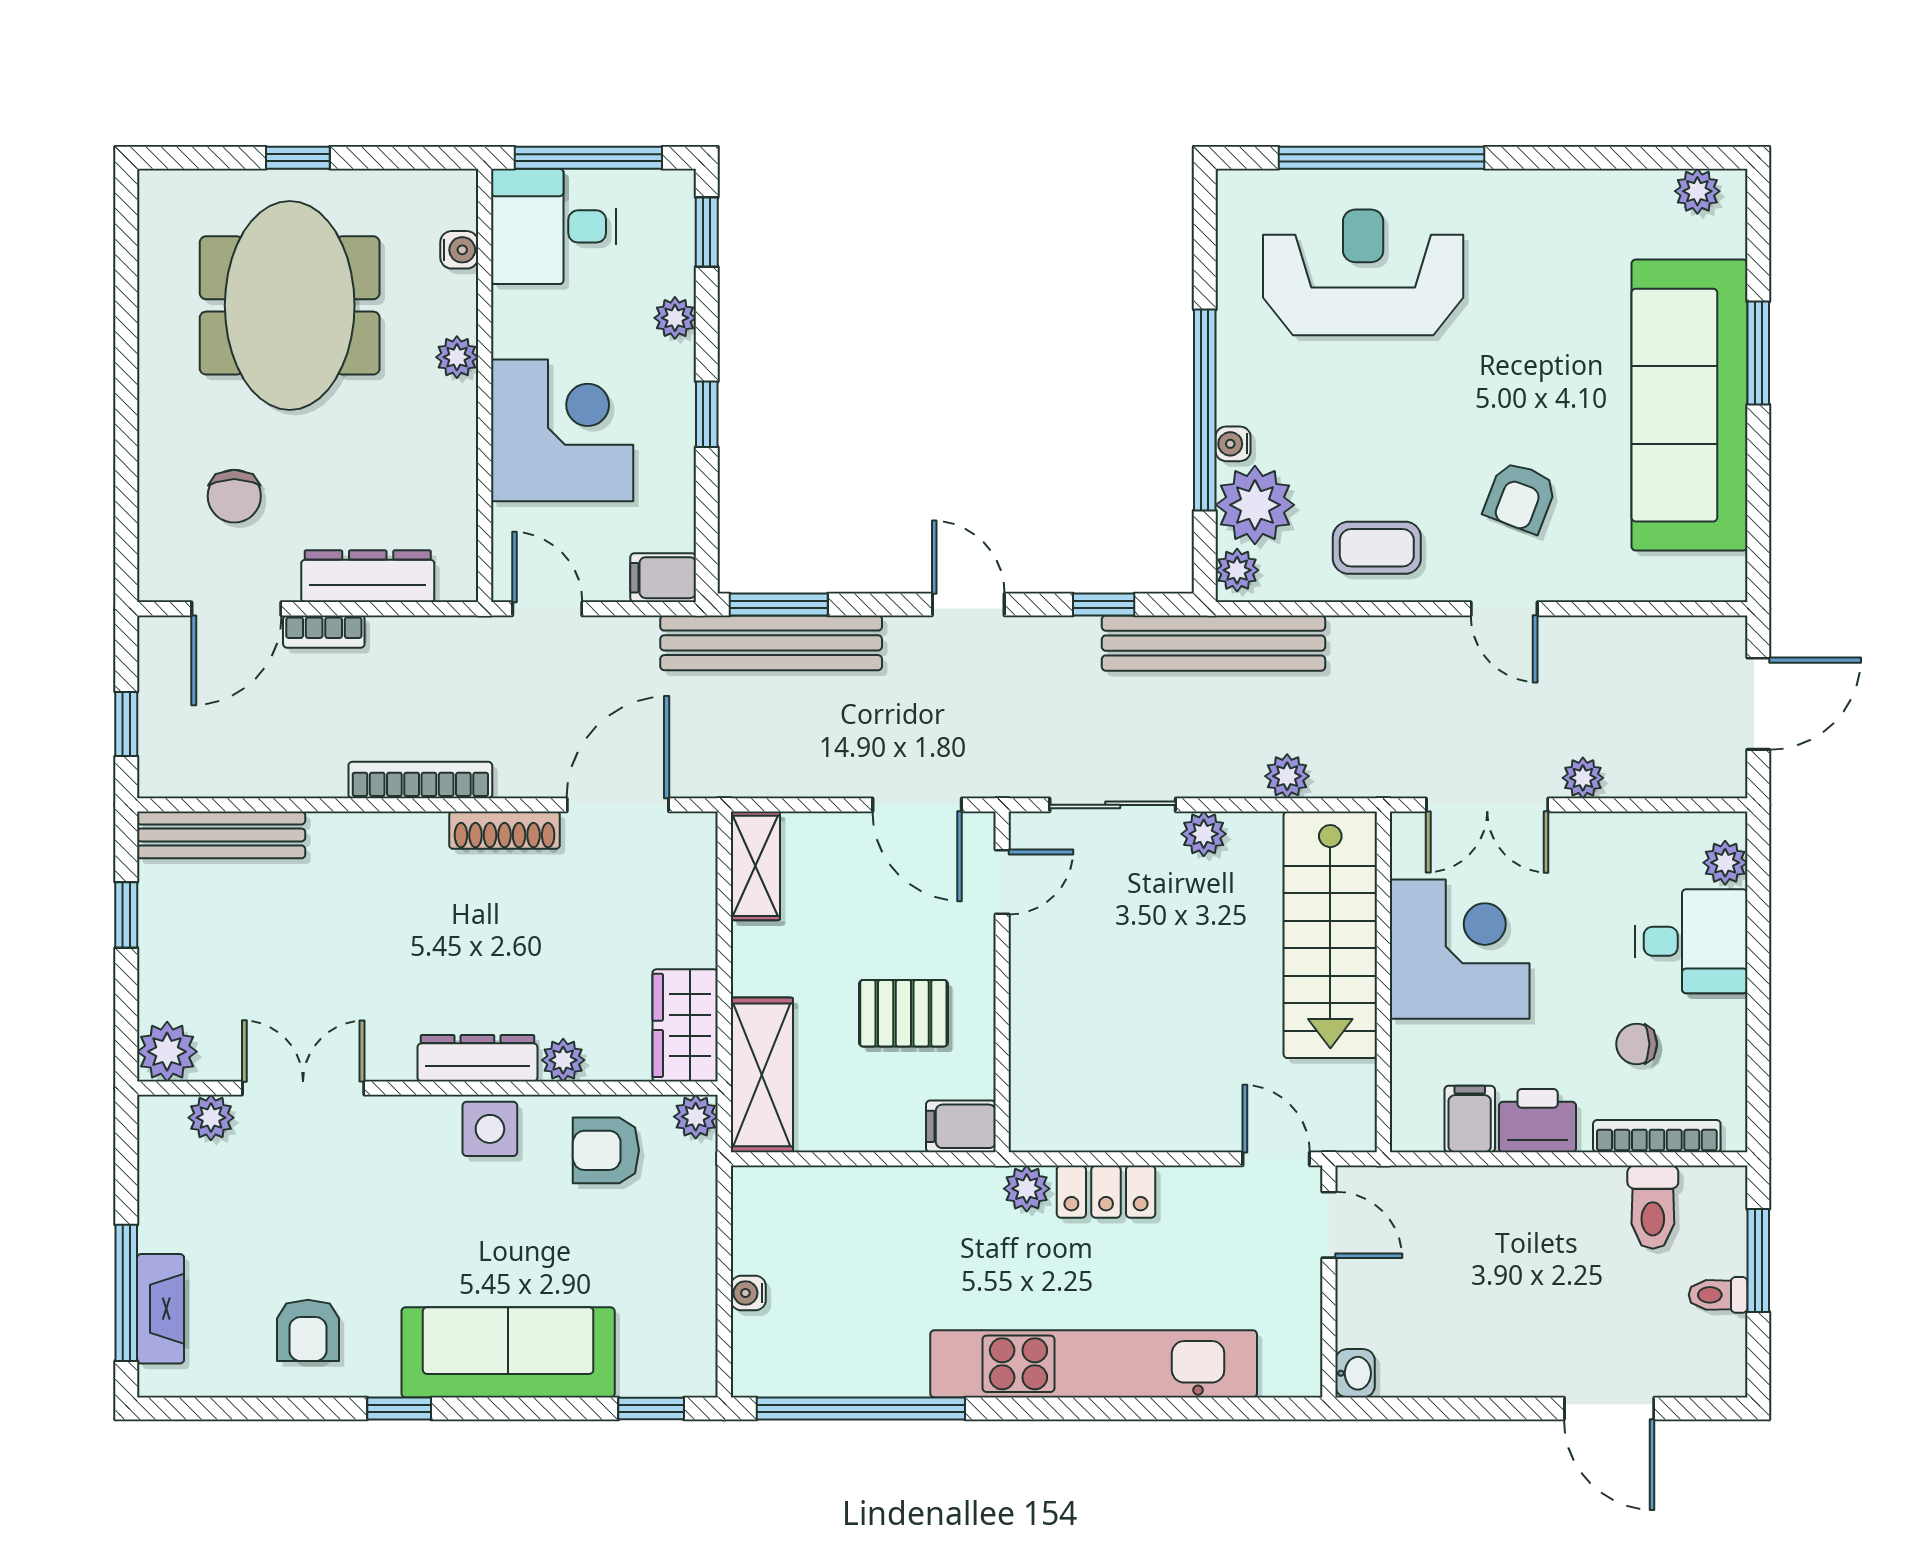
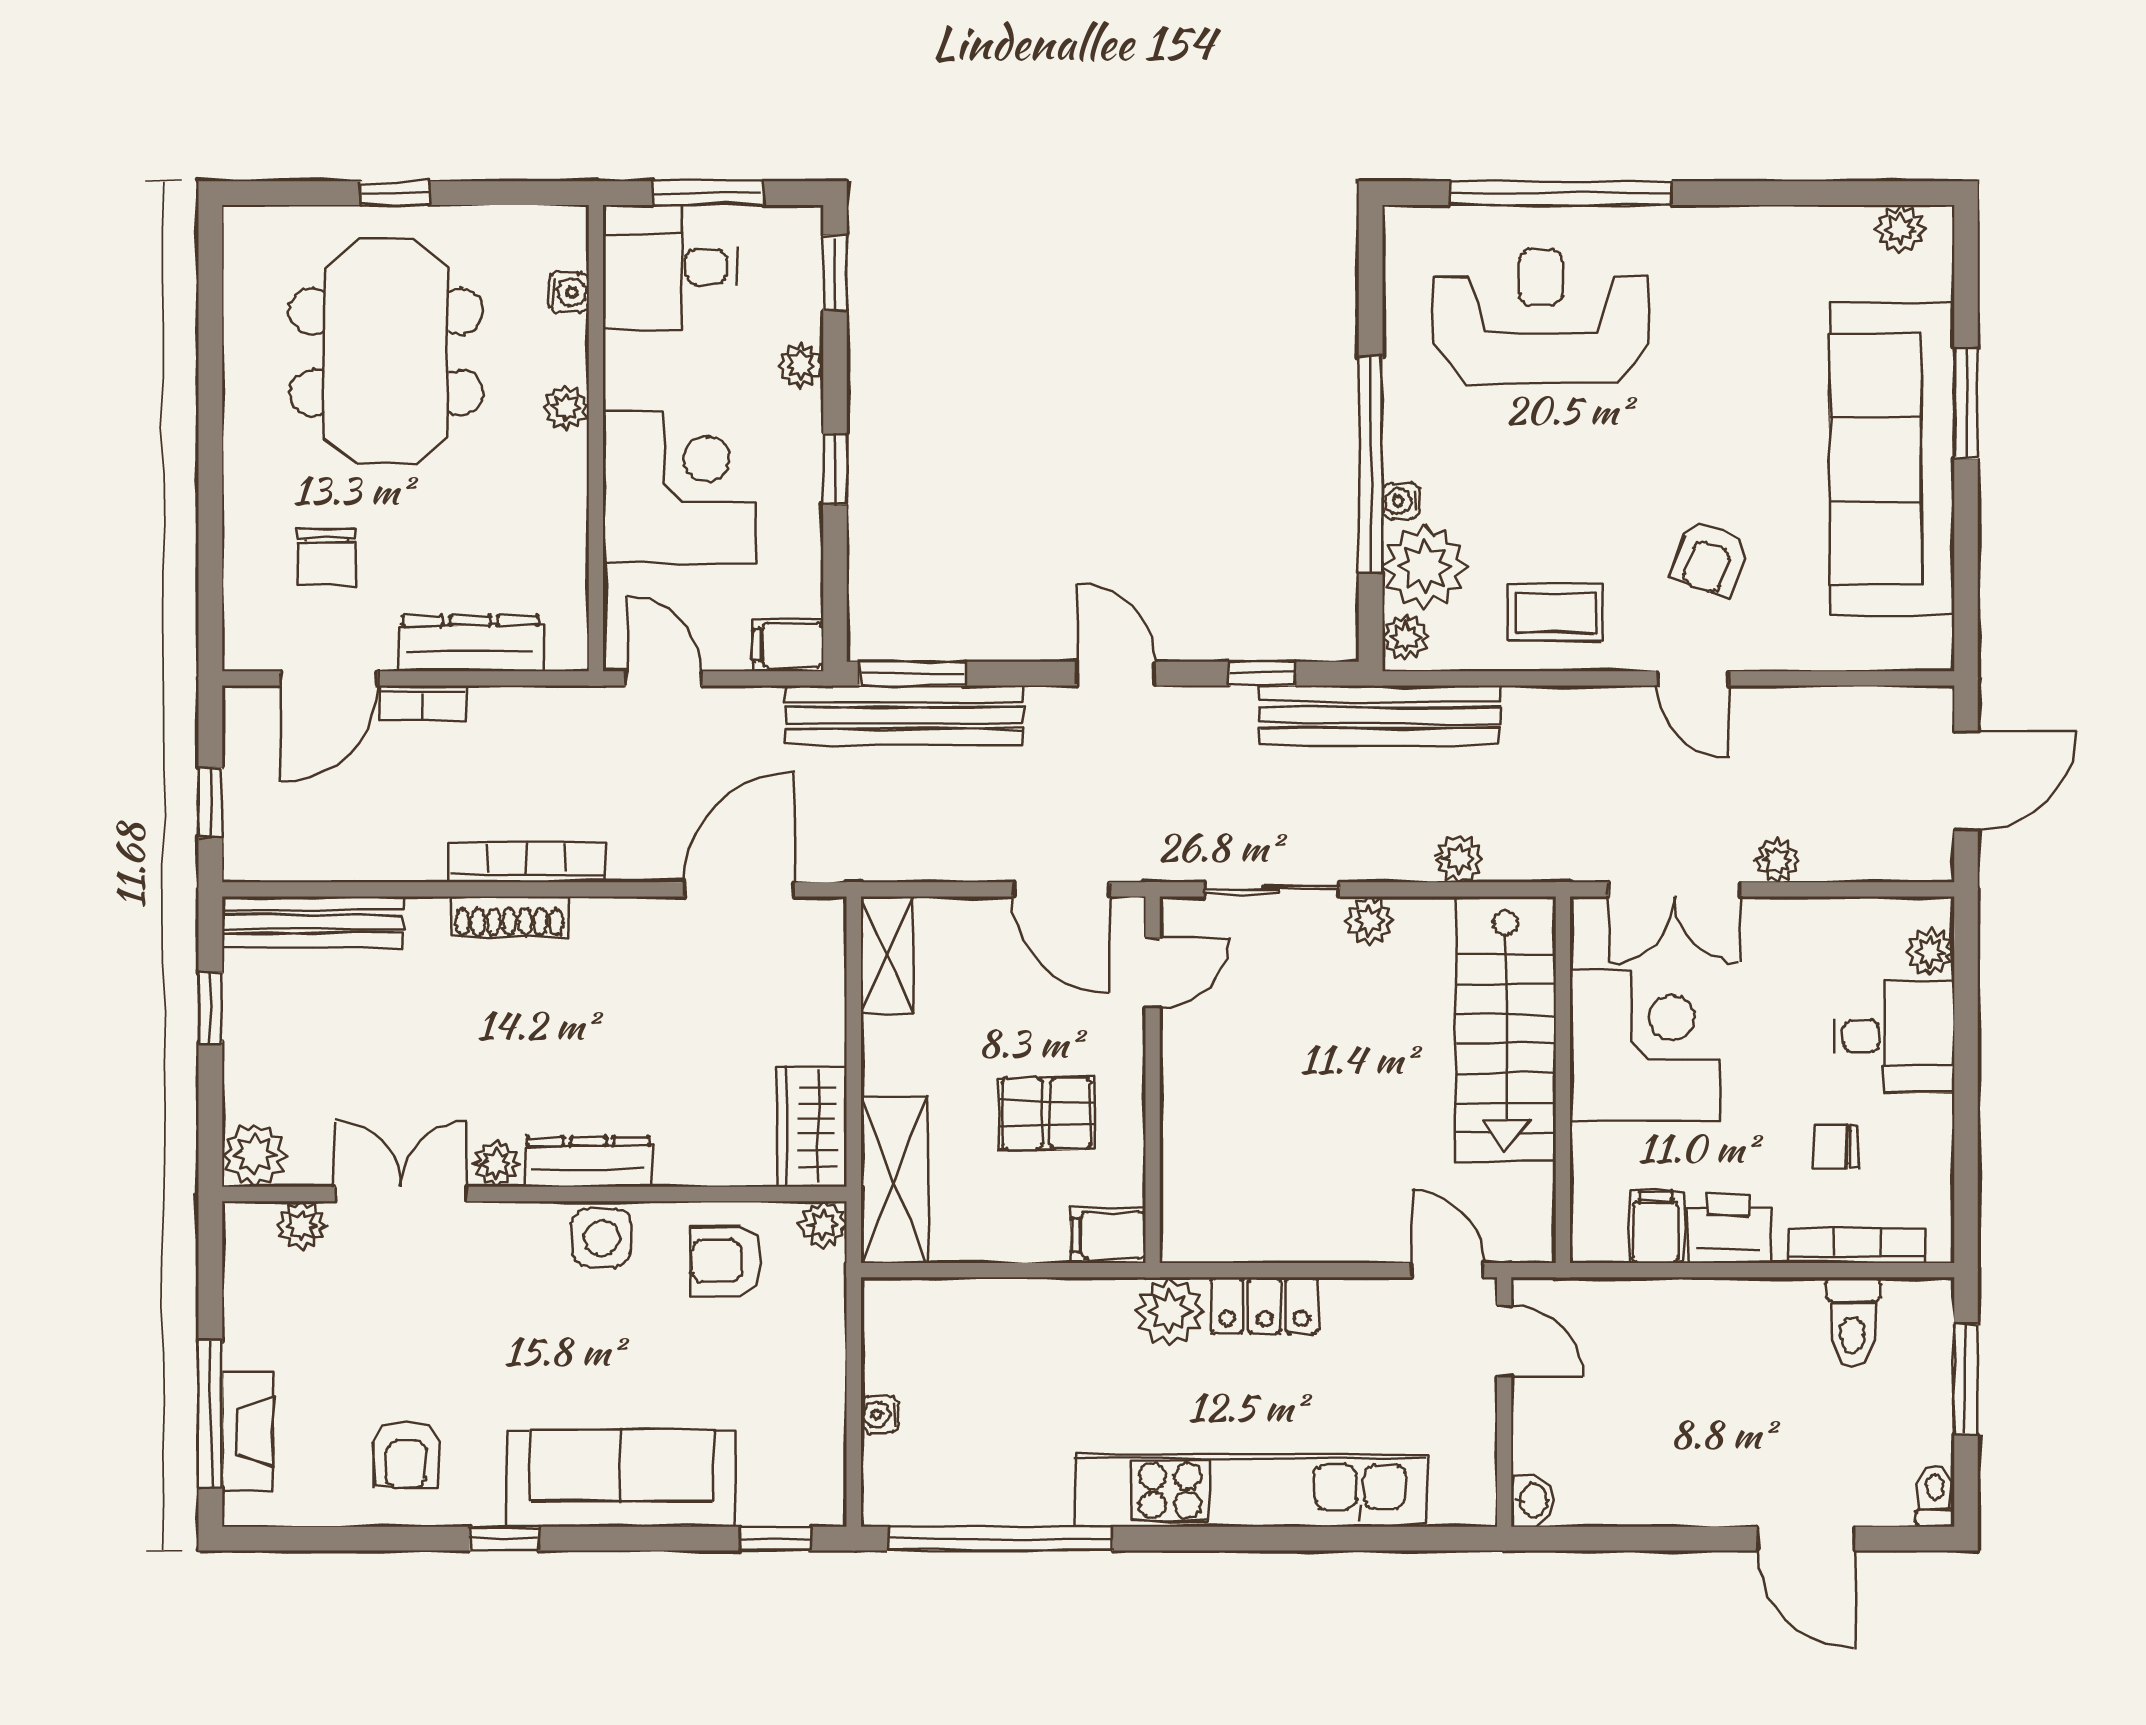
window: (588, 158) -> (708, 193), width x0.69
shoe rack: (505, 830) -> (509, 917), moved
plant: (563, 1060) -> (496, 1164), moved
plant: (1027, 1189) -> (1170, 1311), width x1.38, depth x1.38
toilet: (1718, 1295) -> (1935, 1495), moved, turned 90

